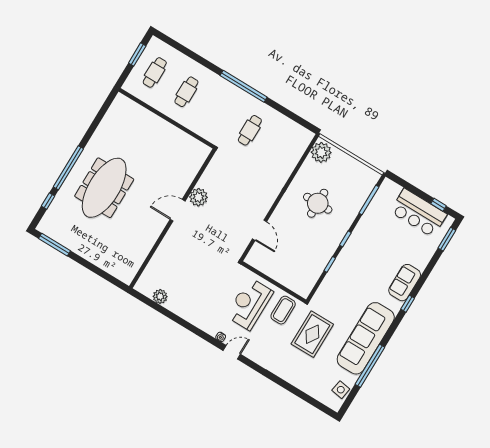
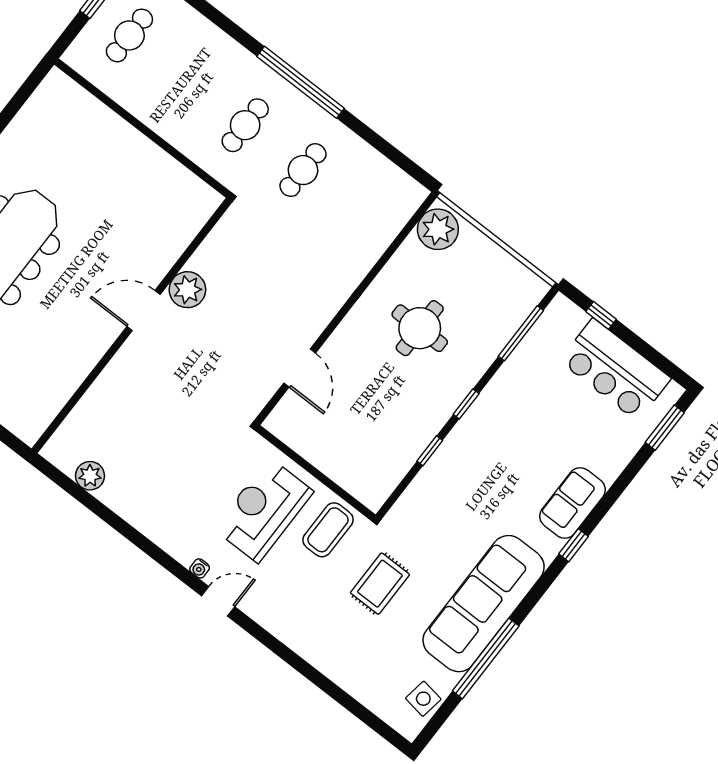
cafe table: (186, 92) -> (245, 125), moved
window: (438, 205) -> (601, 315), moved
rug: (312, 334) -> (380, 584), width x0.73, depth x0.70

